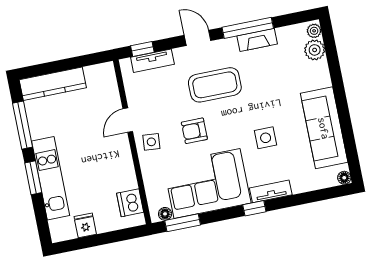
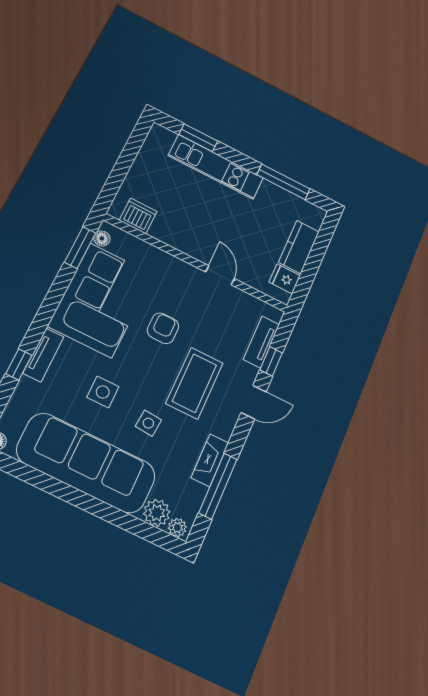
window: (248, 28) -> (218, 486), moved
window: (142, 49) -> (271, 361), moved
kitchen counter: (53, 84) -> (299, 247), width x0.67
sofa: (324, 128) -> (86, 463), width x1.36, depth x1.27
side table: (151, 142) -> (148, 423), moved
window: (33, 178) -> (198, 138), moved
window: (254, 208) -> (19, 364), moved
fridge: (85, 225) -> (285, 279), moved, turned 180

